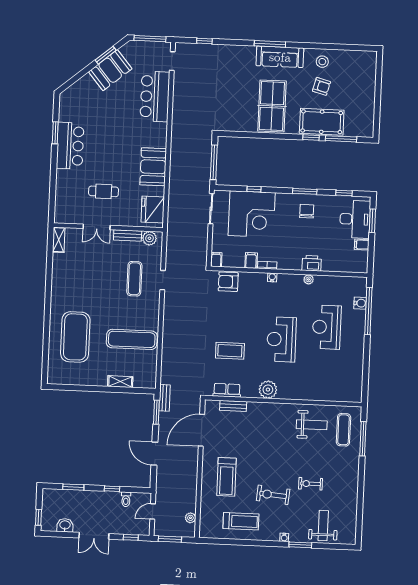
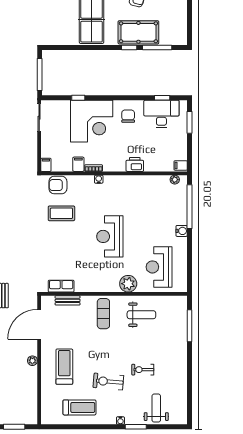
window: (305, 191) -> (125, 98), removed
corner desk: (252, 214) -> (92, 121), moved
desk: (355, 219) -> (161, 114), moved, turned -90
filing cabinet: (362, 245) -> (181, 165), moved
plant: (309, 279) -> (175, 180), moved
water cooler: (360, 303) -> (182, 231), moved
reception desk: (327, 327) -> (159, 267), moved
coffee table: (230, 351) -> (61, 213), moved
plant: (268, 390) -> (128, 284), moved
exercise mat: (344, 430) -> (103, 314), moved
treadmill: (227, 477) -> (64, 367), turned 180
plant: (190, 518) -> (32, 361), moved

